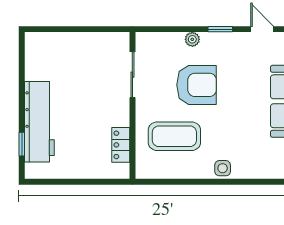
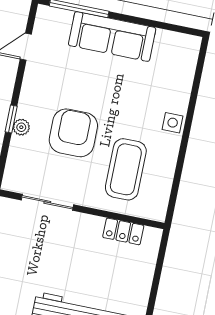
window: (220, 29) -> (11, 119), moved

